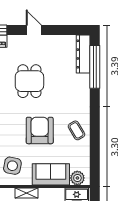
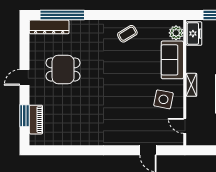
dining table: (29, 81) -> (63, 69), moved
armchair: (40, 130) -> (127, 71), removed

